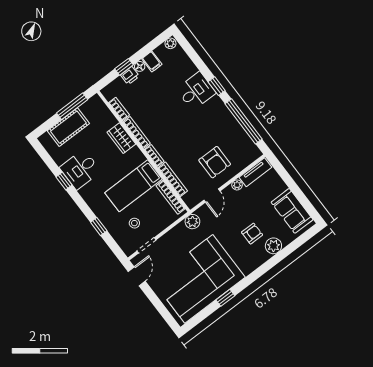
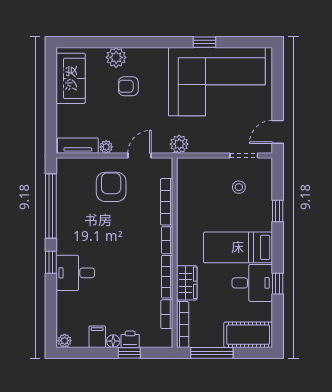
cot: (68, 127) -> (248, 335), moved
bed: (134, 186) -> (238, 247), moved, turned 180
bookcase: (170, 197) -> (183, 325), moved

